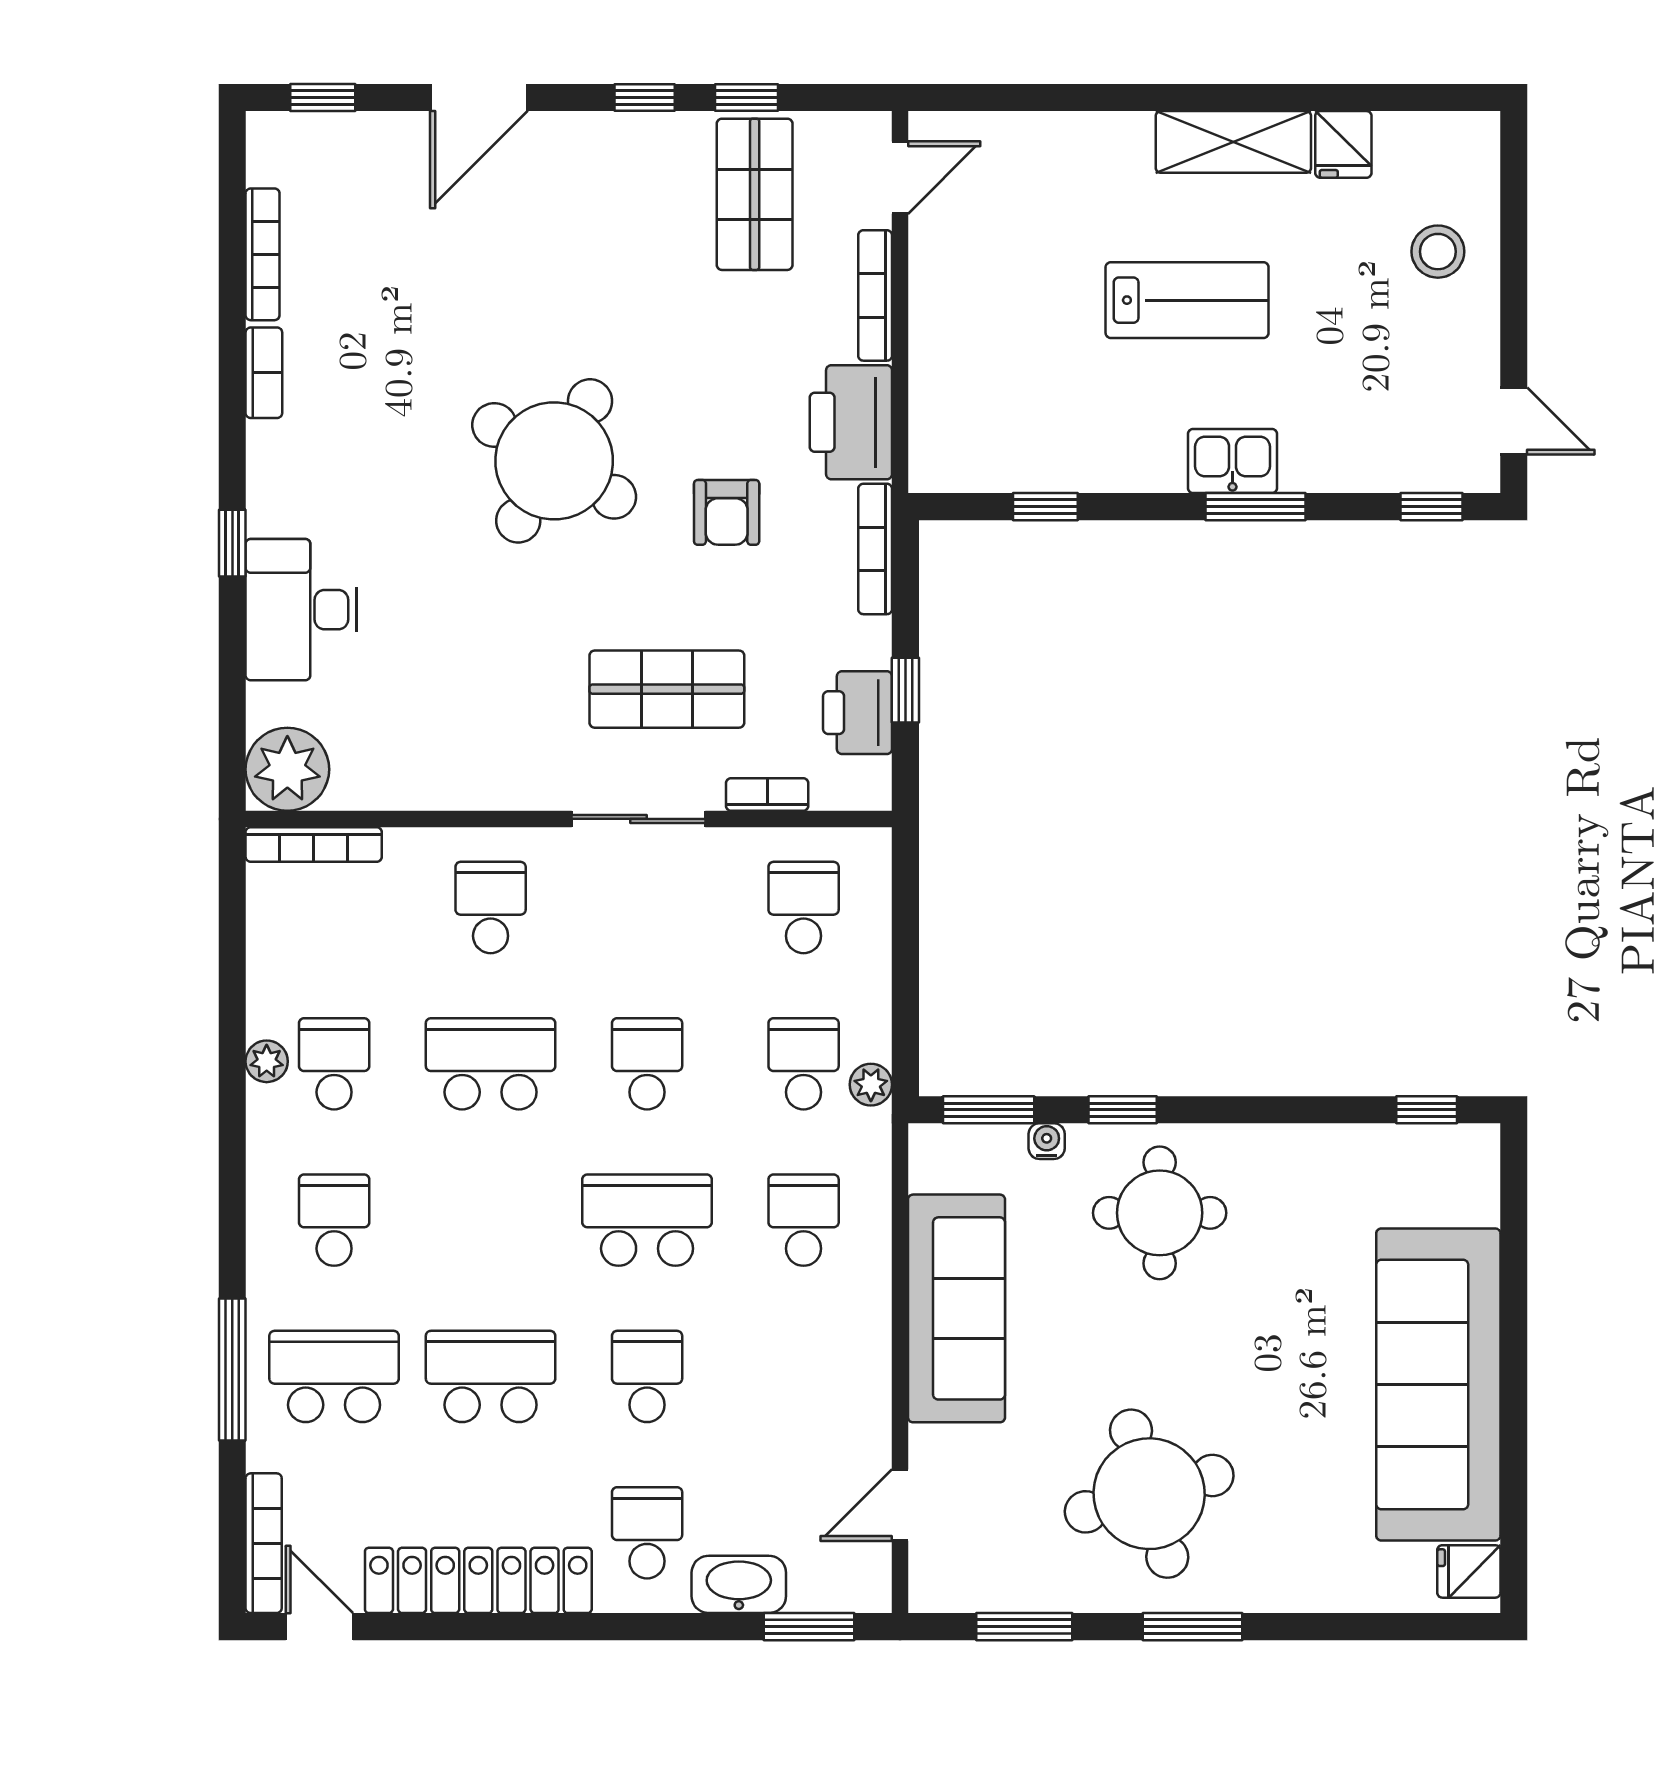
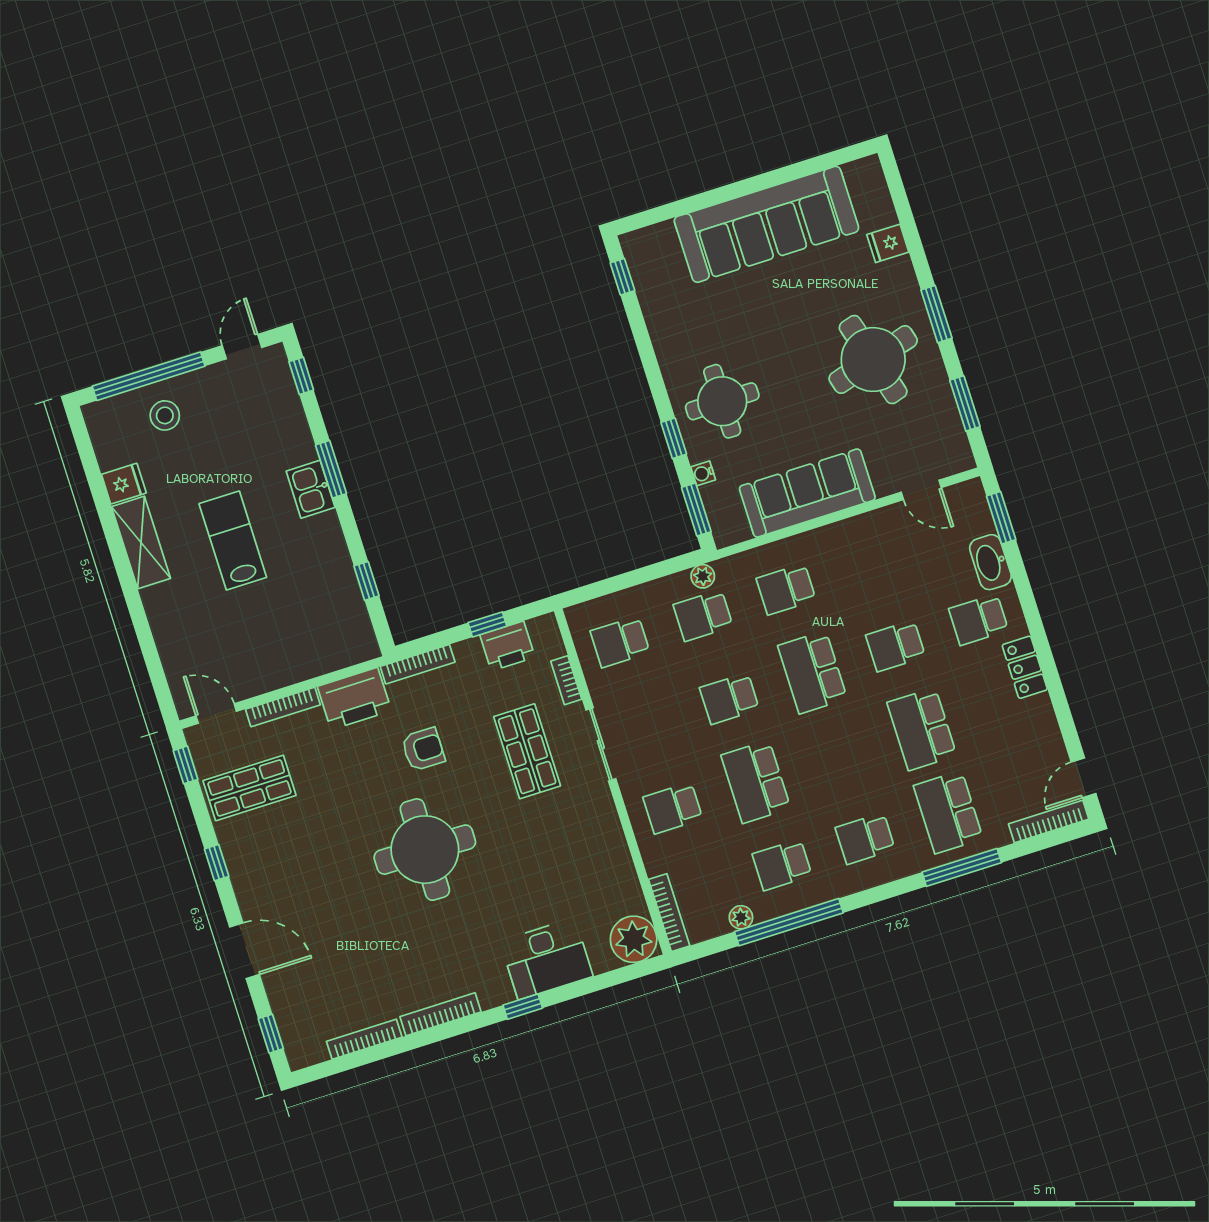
window: (746, 97) -> (186, 765), moved
window: (1514, 245) -> (149, 376), added
bookcase: (264, 373) -> (441, 1014), width x1.56
round table: (554, 461) -> (425, 850), turned -30
window: (232, 1044) -> (789, 922), added
plant: (267, 1061) -> (741, 917), moved
fridge: (1469, 1571) -> (888, 243), moved, turned 90
locker: (478, 1580) -> (1025, 667), width x0.46, depth x0.83

